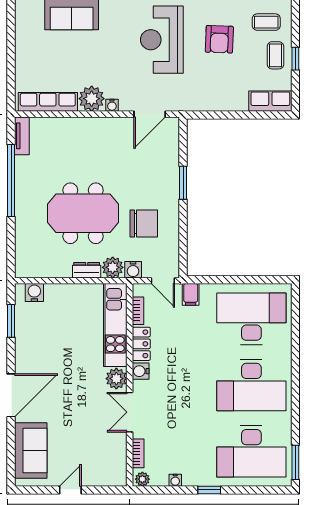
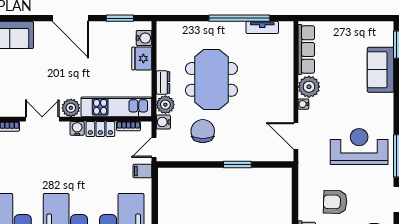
armchair: (219, 39) -> (335, 202), moved
tv unit: (22, 136) -> (262, 27), moved
chair: (144, 223) -> (203, 131), turned 180
fridge: (58, 295) -> (142, 58), added
door: (11, 395) -> (70, 18), moved

